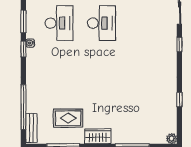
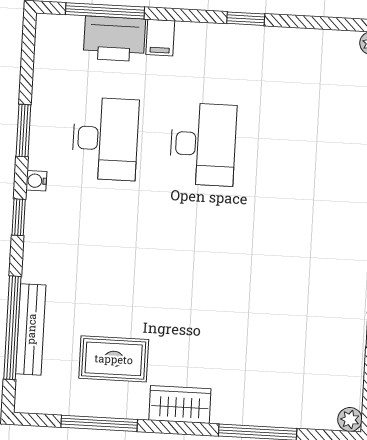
window: (23, 49) -> (19, 217), moved
bench: (31, 128) -> (31, 329), moved, width x1.36

